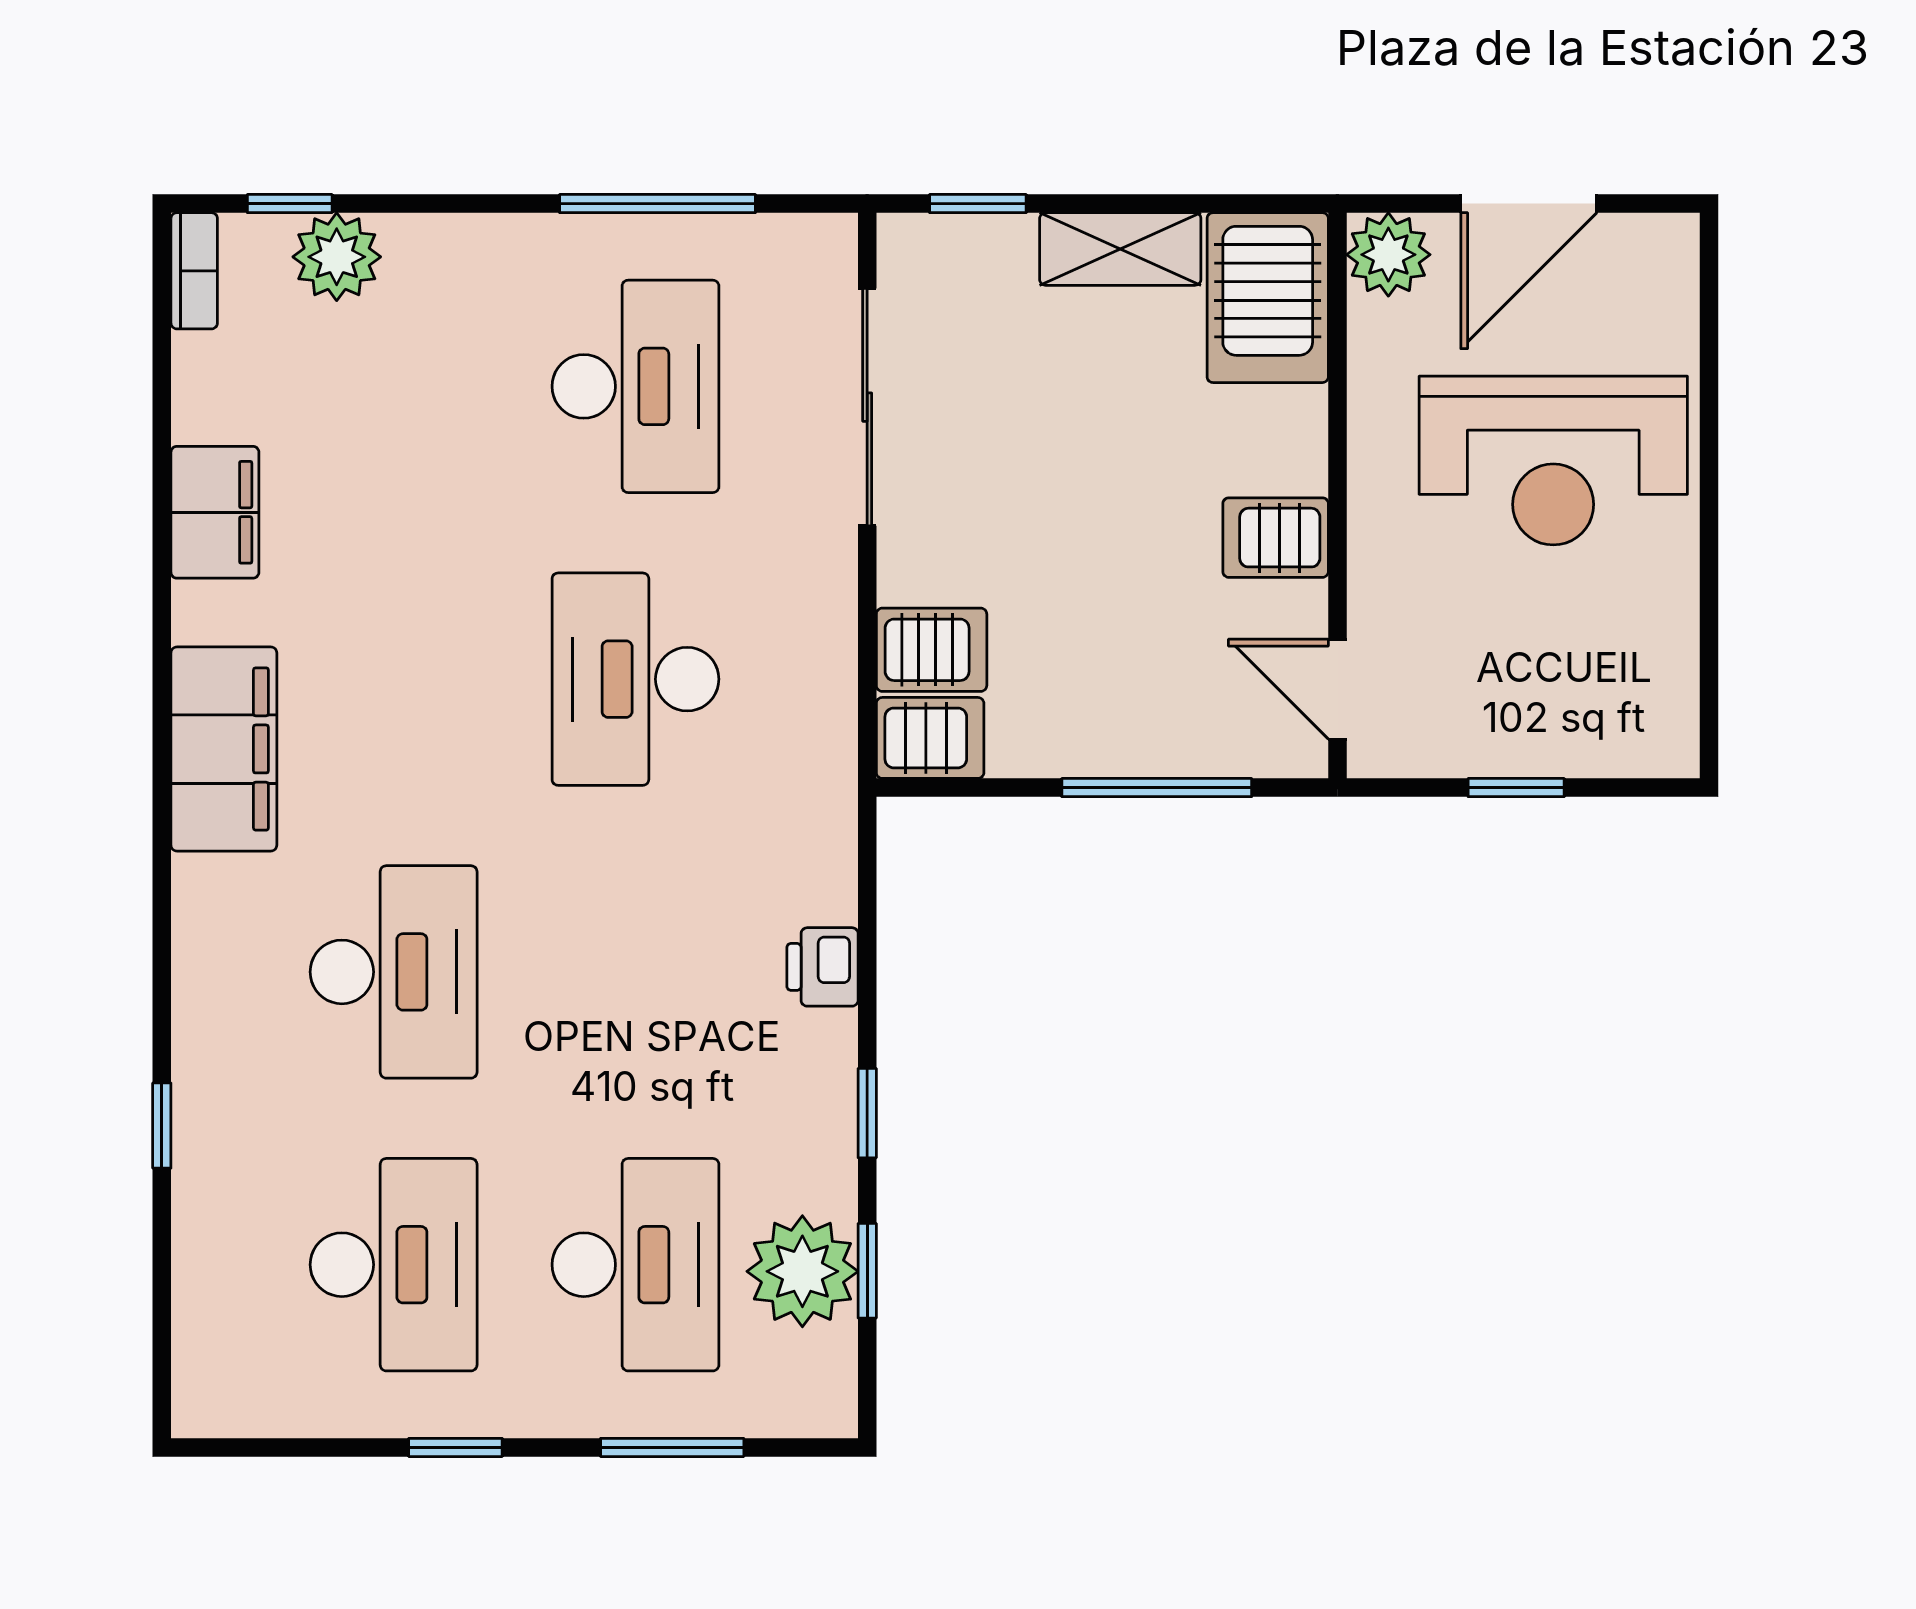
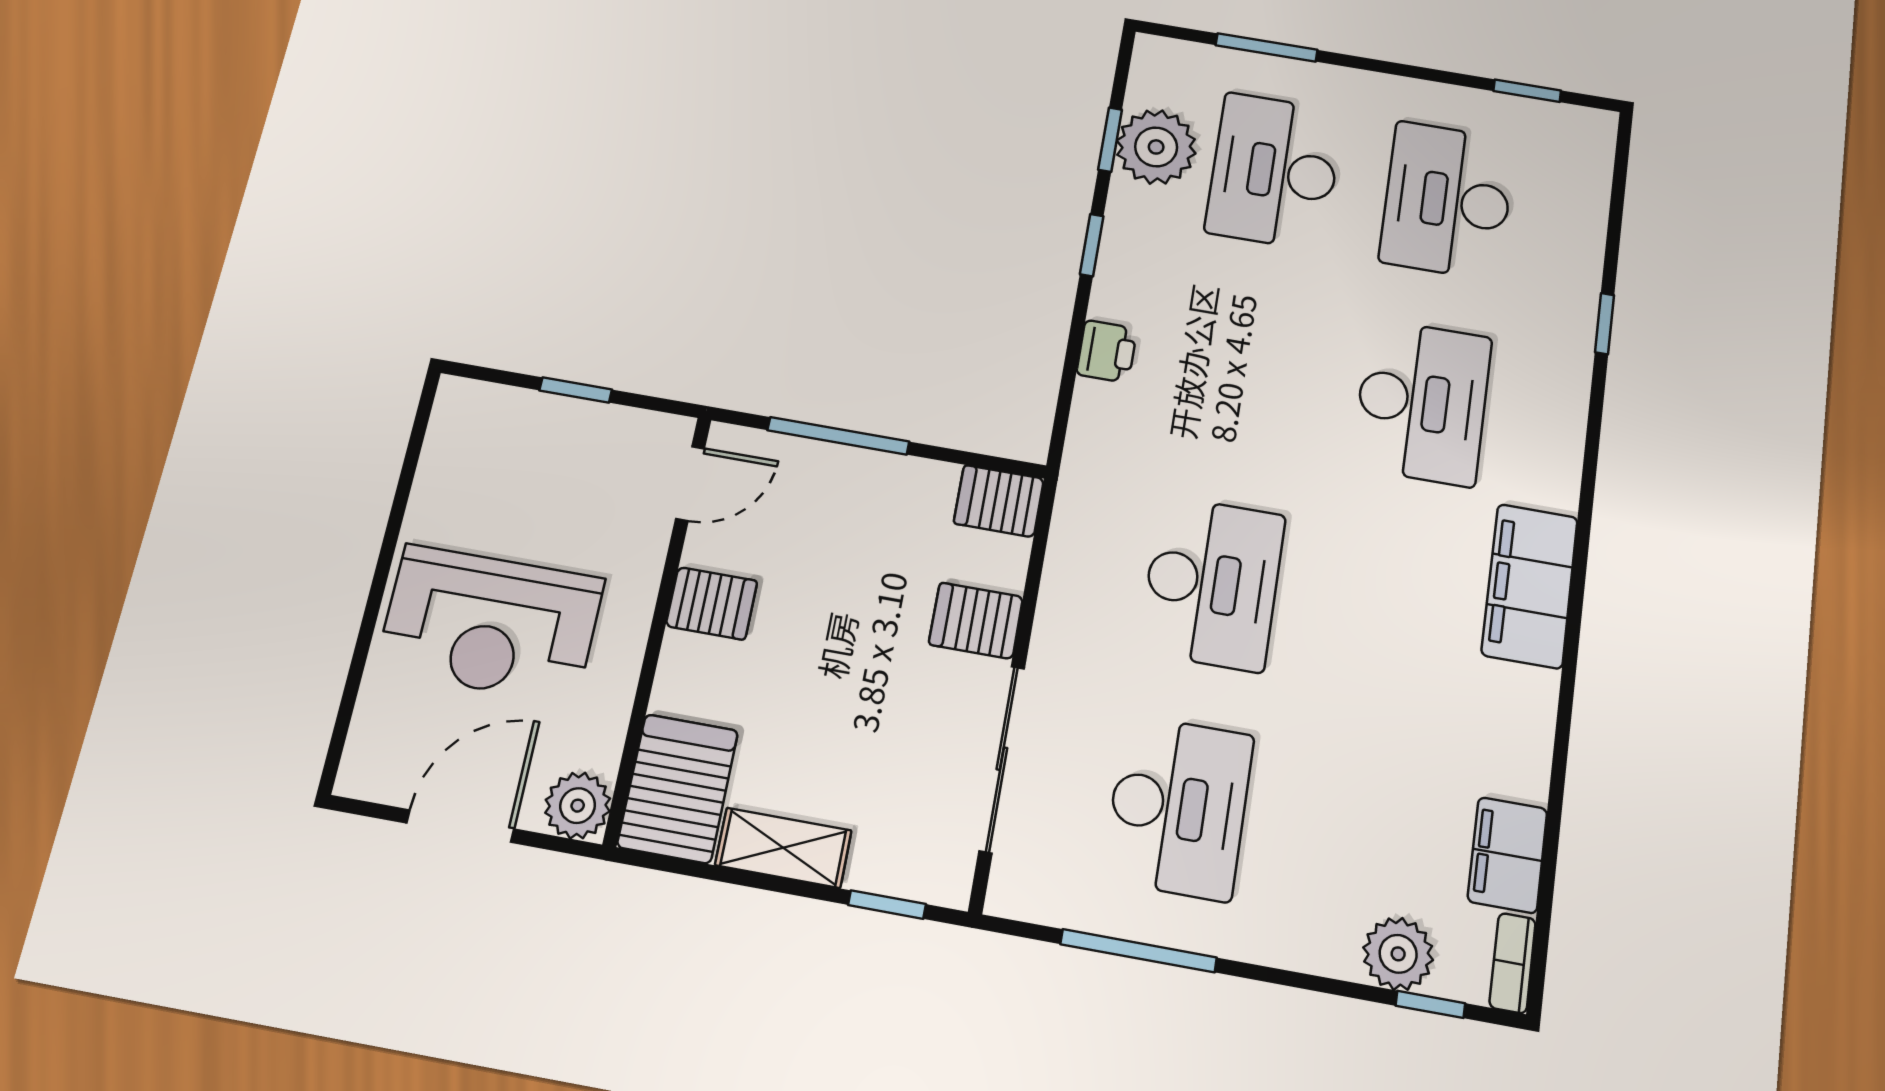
desk: (635, 386) -> (1178, 807), turned 180
reception desk: (1553, 461) -> (490, 624), turned 180
filing cabinet: (215, 512) -> (1507, 855), moved
server rack: (932, 650) -> (976, 621), moved
door: (1337, 689) -> (690, 483), hinge flipped
desk: (394, 972) -> (1422, 402), turned 180
window: (455, 1447) -> (1527, 91), moved

